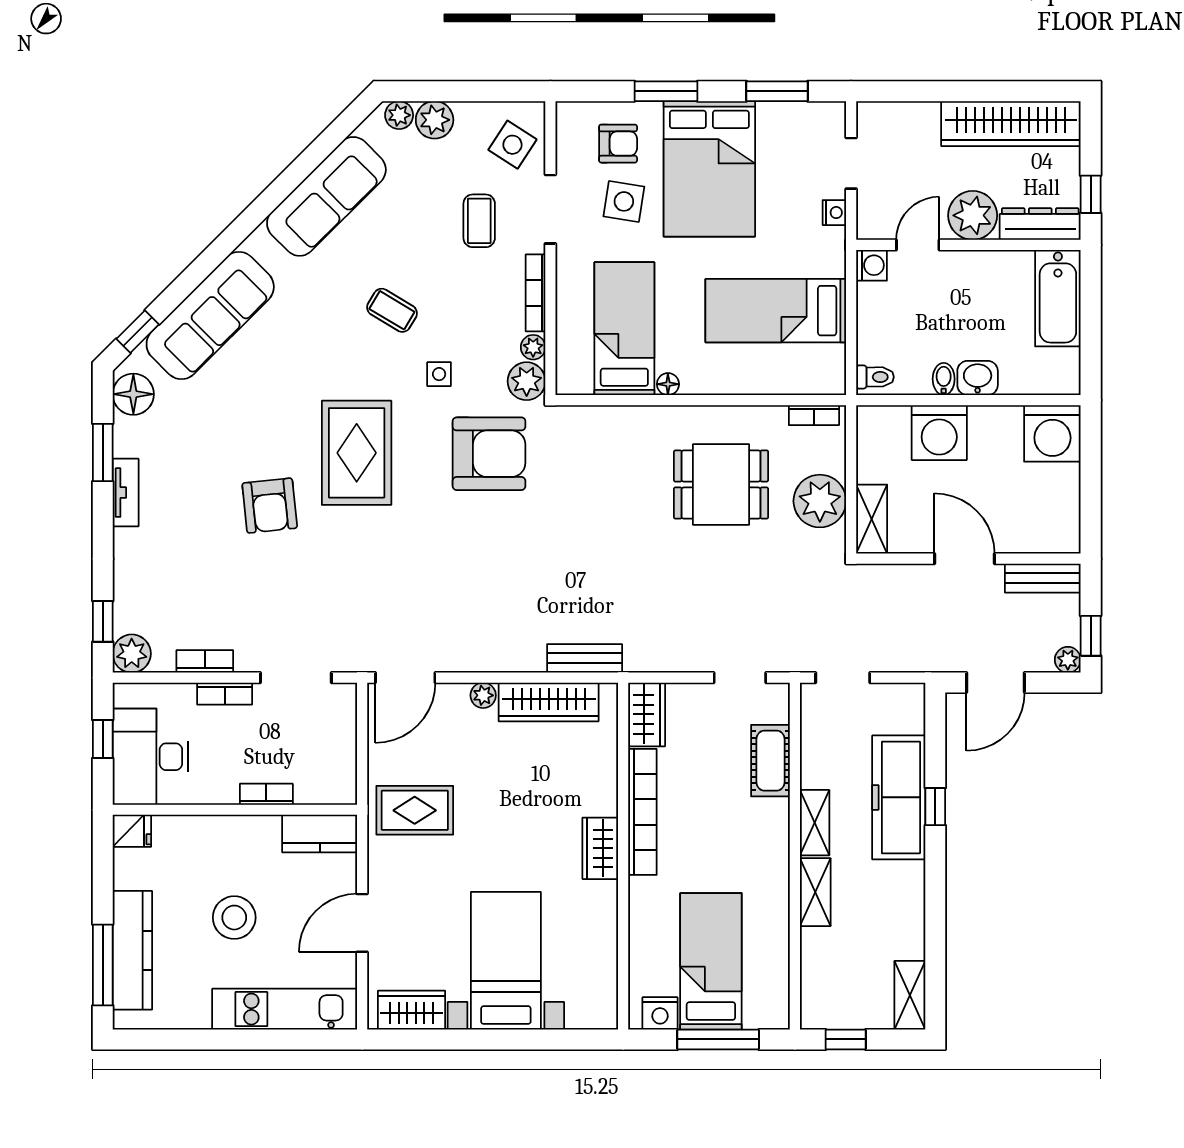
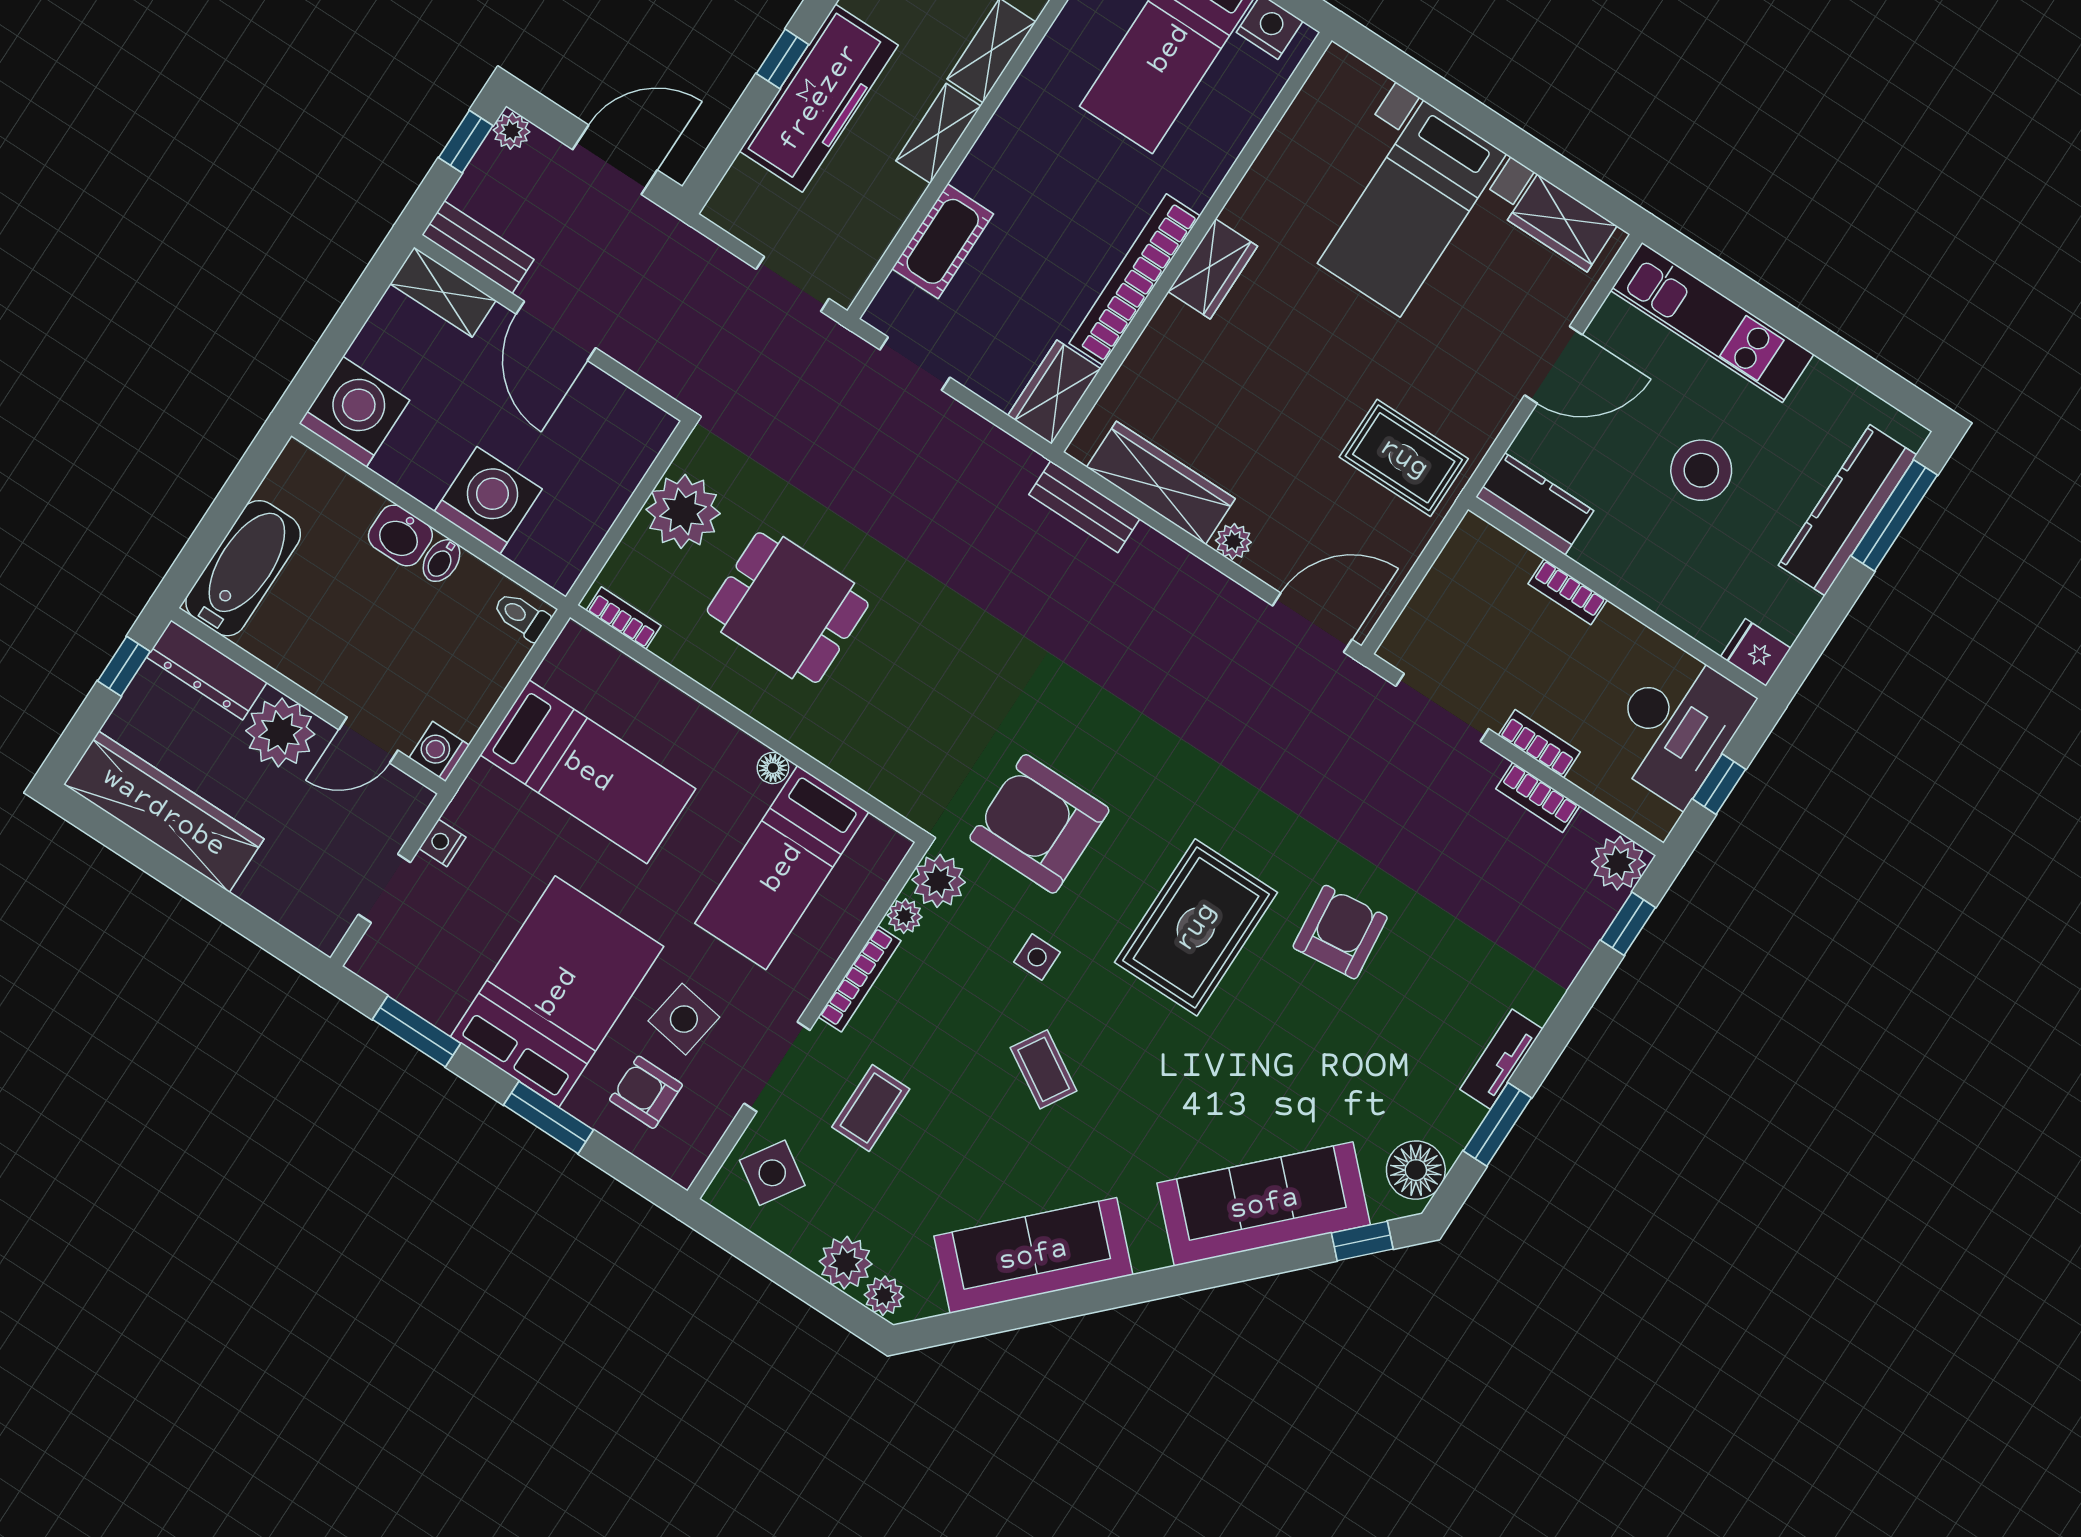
shelving: (872, 519) -> (443, 292), moved, turned 90

